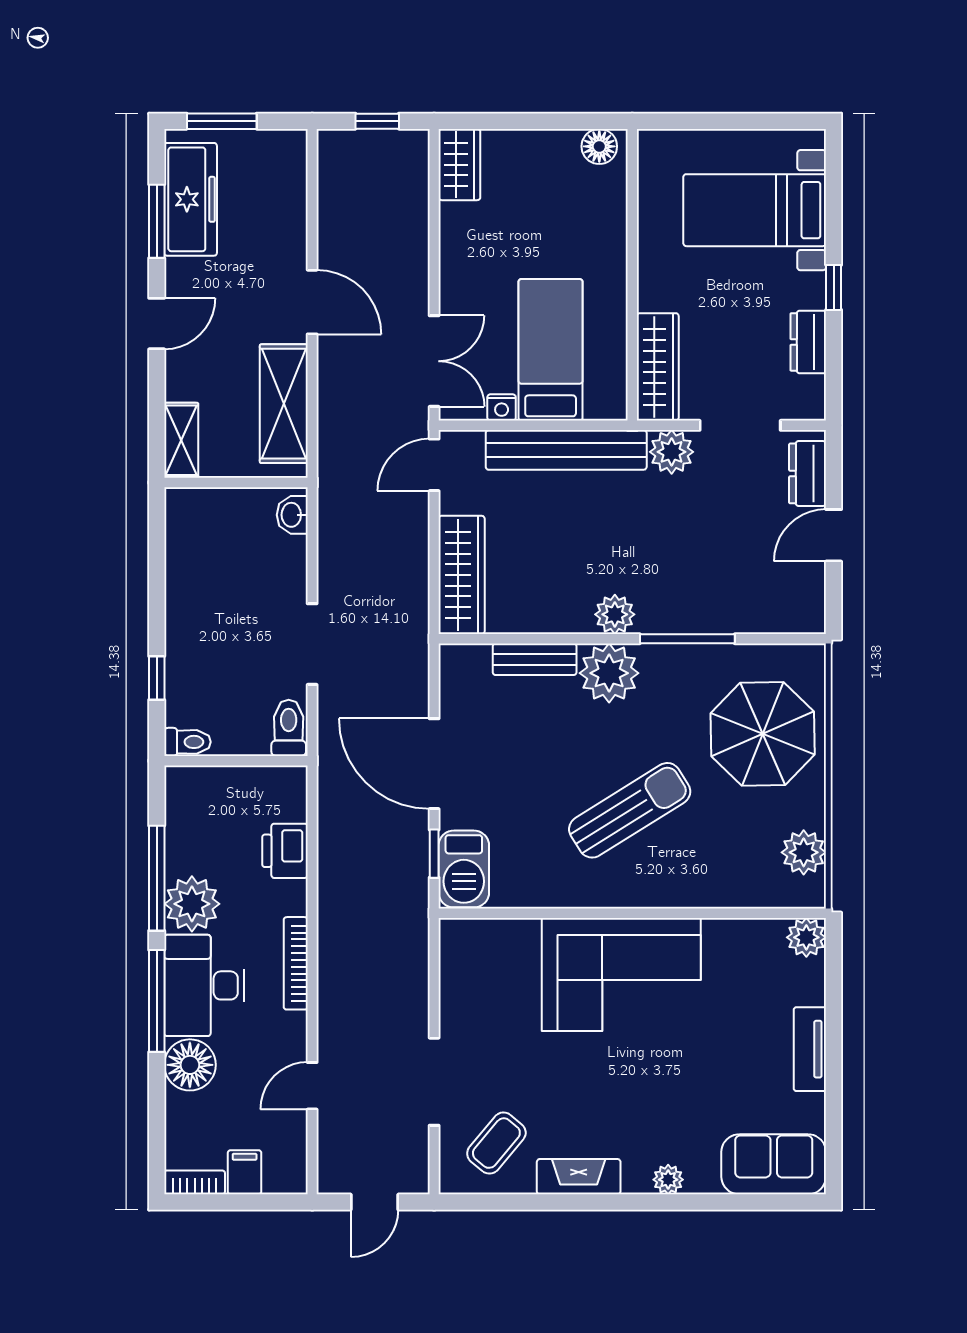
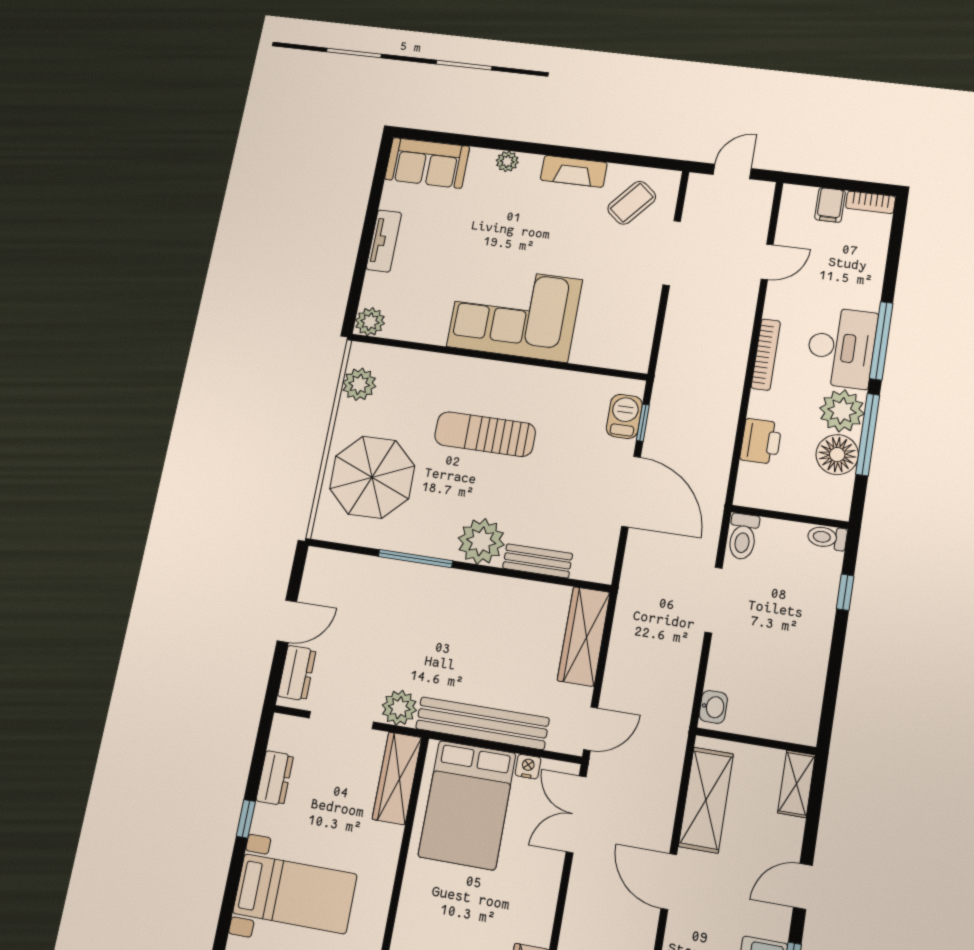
bed: (551, 350) -> (467, 805), width x1.50
plant: (615, 614) -> (468, 586), removed
sun lounger: (630, 810) -> (485, 434), turned 32
barbecue: (464, 869) -> (624, 416), width x0.73, depth x0.79
floor lamp: (190, 1065) -> (837, 455), moved

